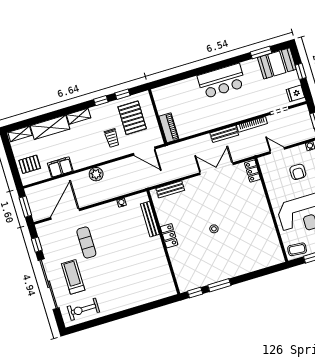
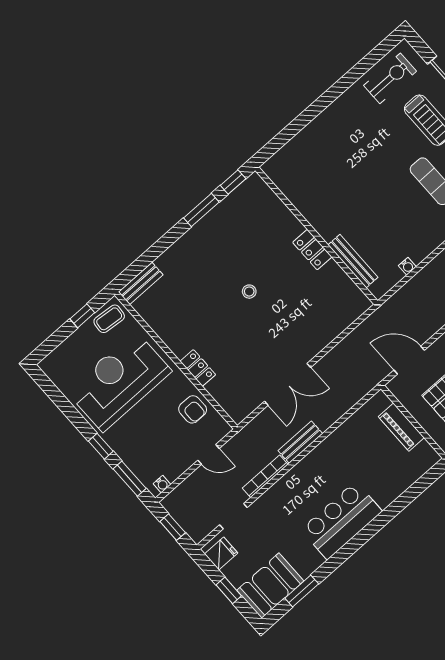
piano: (169, 128) -> (401, 427), moved
locker: (252, 171) -> (198, 368), moved
armchair: (298, 172) -> (193, 409), moved, turned 180
bench: (170, 189) -> (141, 283), moved

